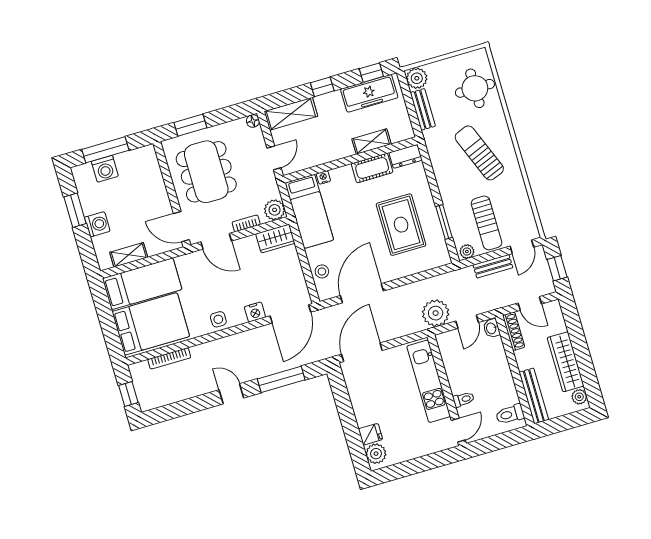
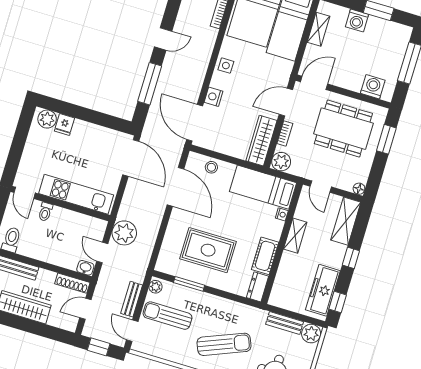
shelving: (372, 142) -> (295, 236), moved
washing machine: (105, 169) -> (373, 87), moved, turned 90
wardrobe: (275, 238) -> (261, 141), width x1.50

